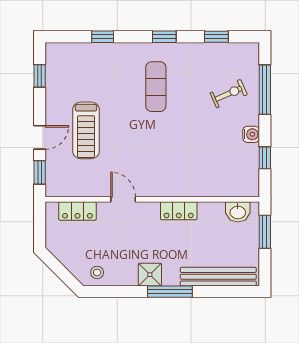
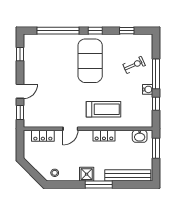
window: (103, 37) -> (58, 31), width x3.17
exercise mat: (156, 87) -> (90, 61), width x2.00, depth x1.45
window: (265, 90) -> (156, 74), moved
treadmill: (86, 130) -> (103, 109), moved, turned -90
door: (123, 199) -> (70, 129), swing flipped

